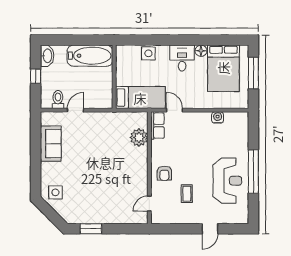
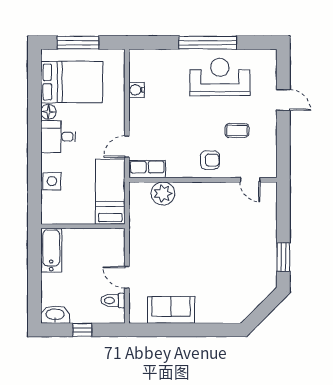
bathtub: (90, 56) -> (51, 250), width x0.73, depth x0.73
side table: (55, 192) -> (235, 304), removed

